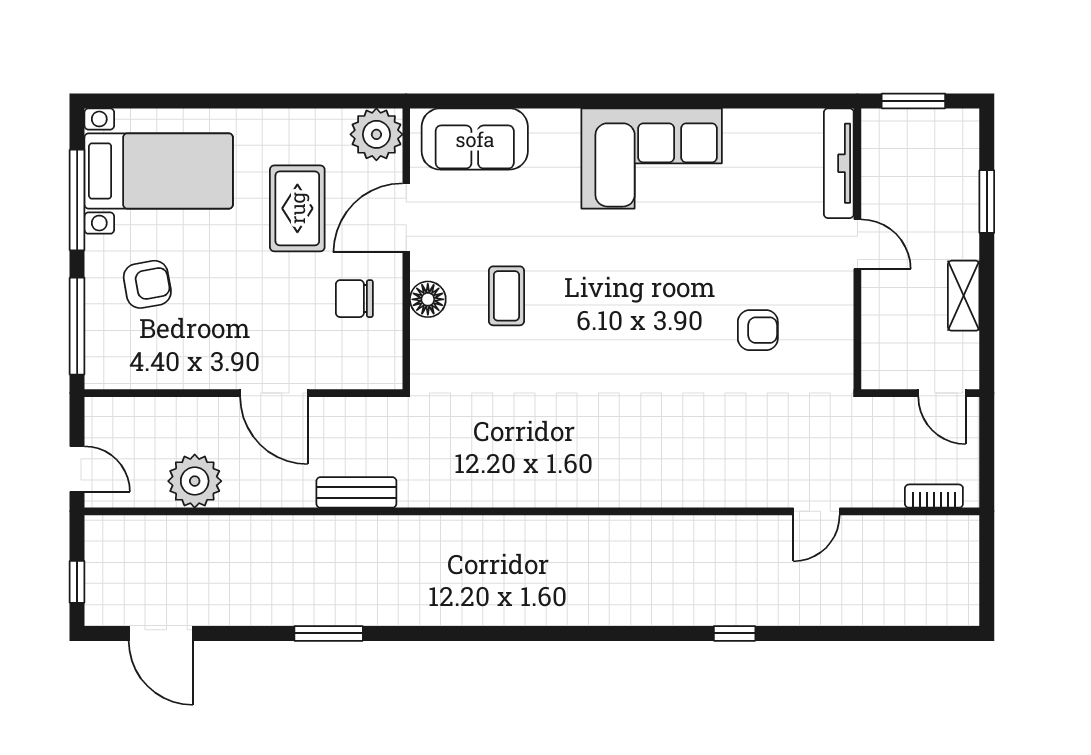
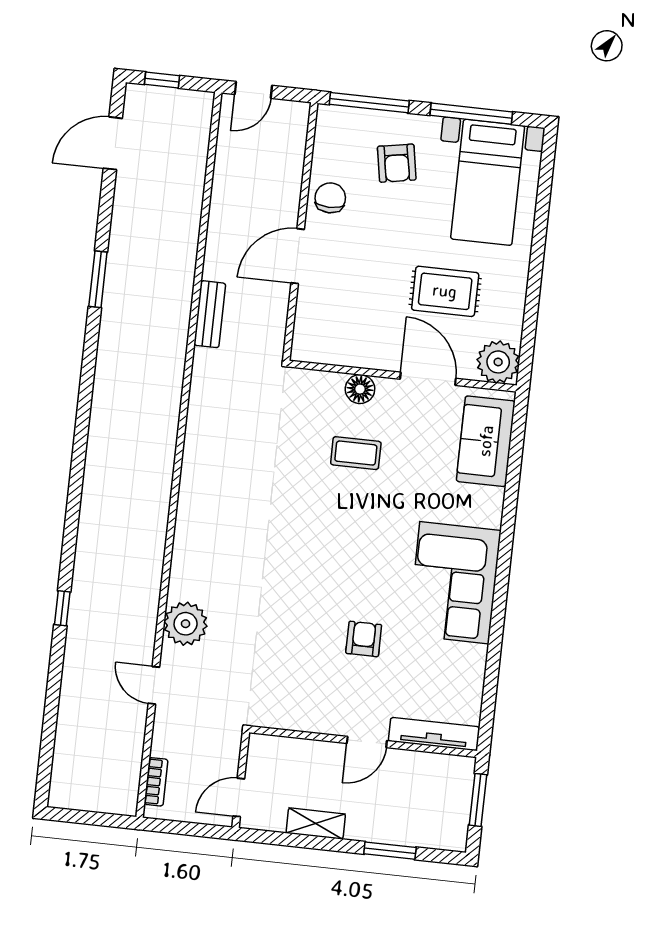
chair: (354, 299) -> (330, 198), moved
armchair: (758, 330) -> (364, 639), moved, turned 180
plant: (195, 481) -> (186, 624), moved

